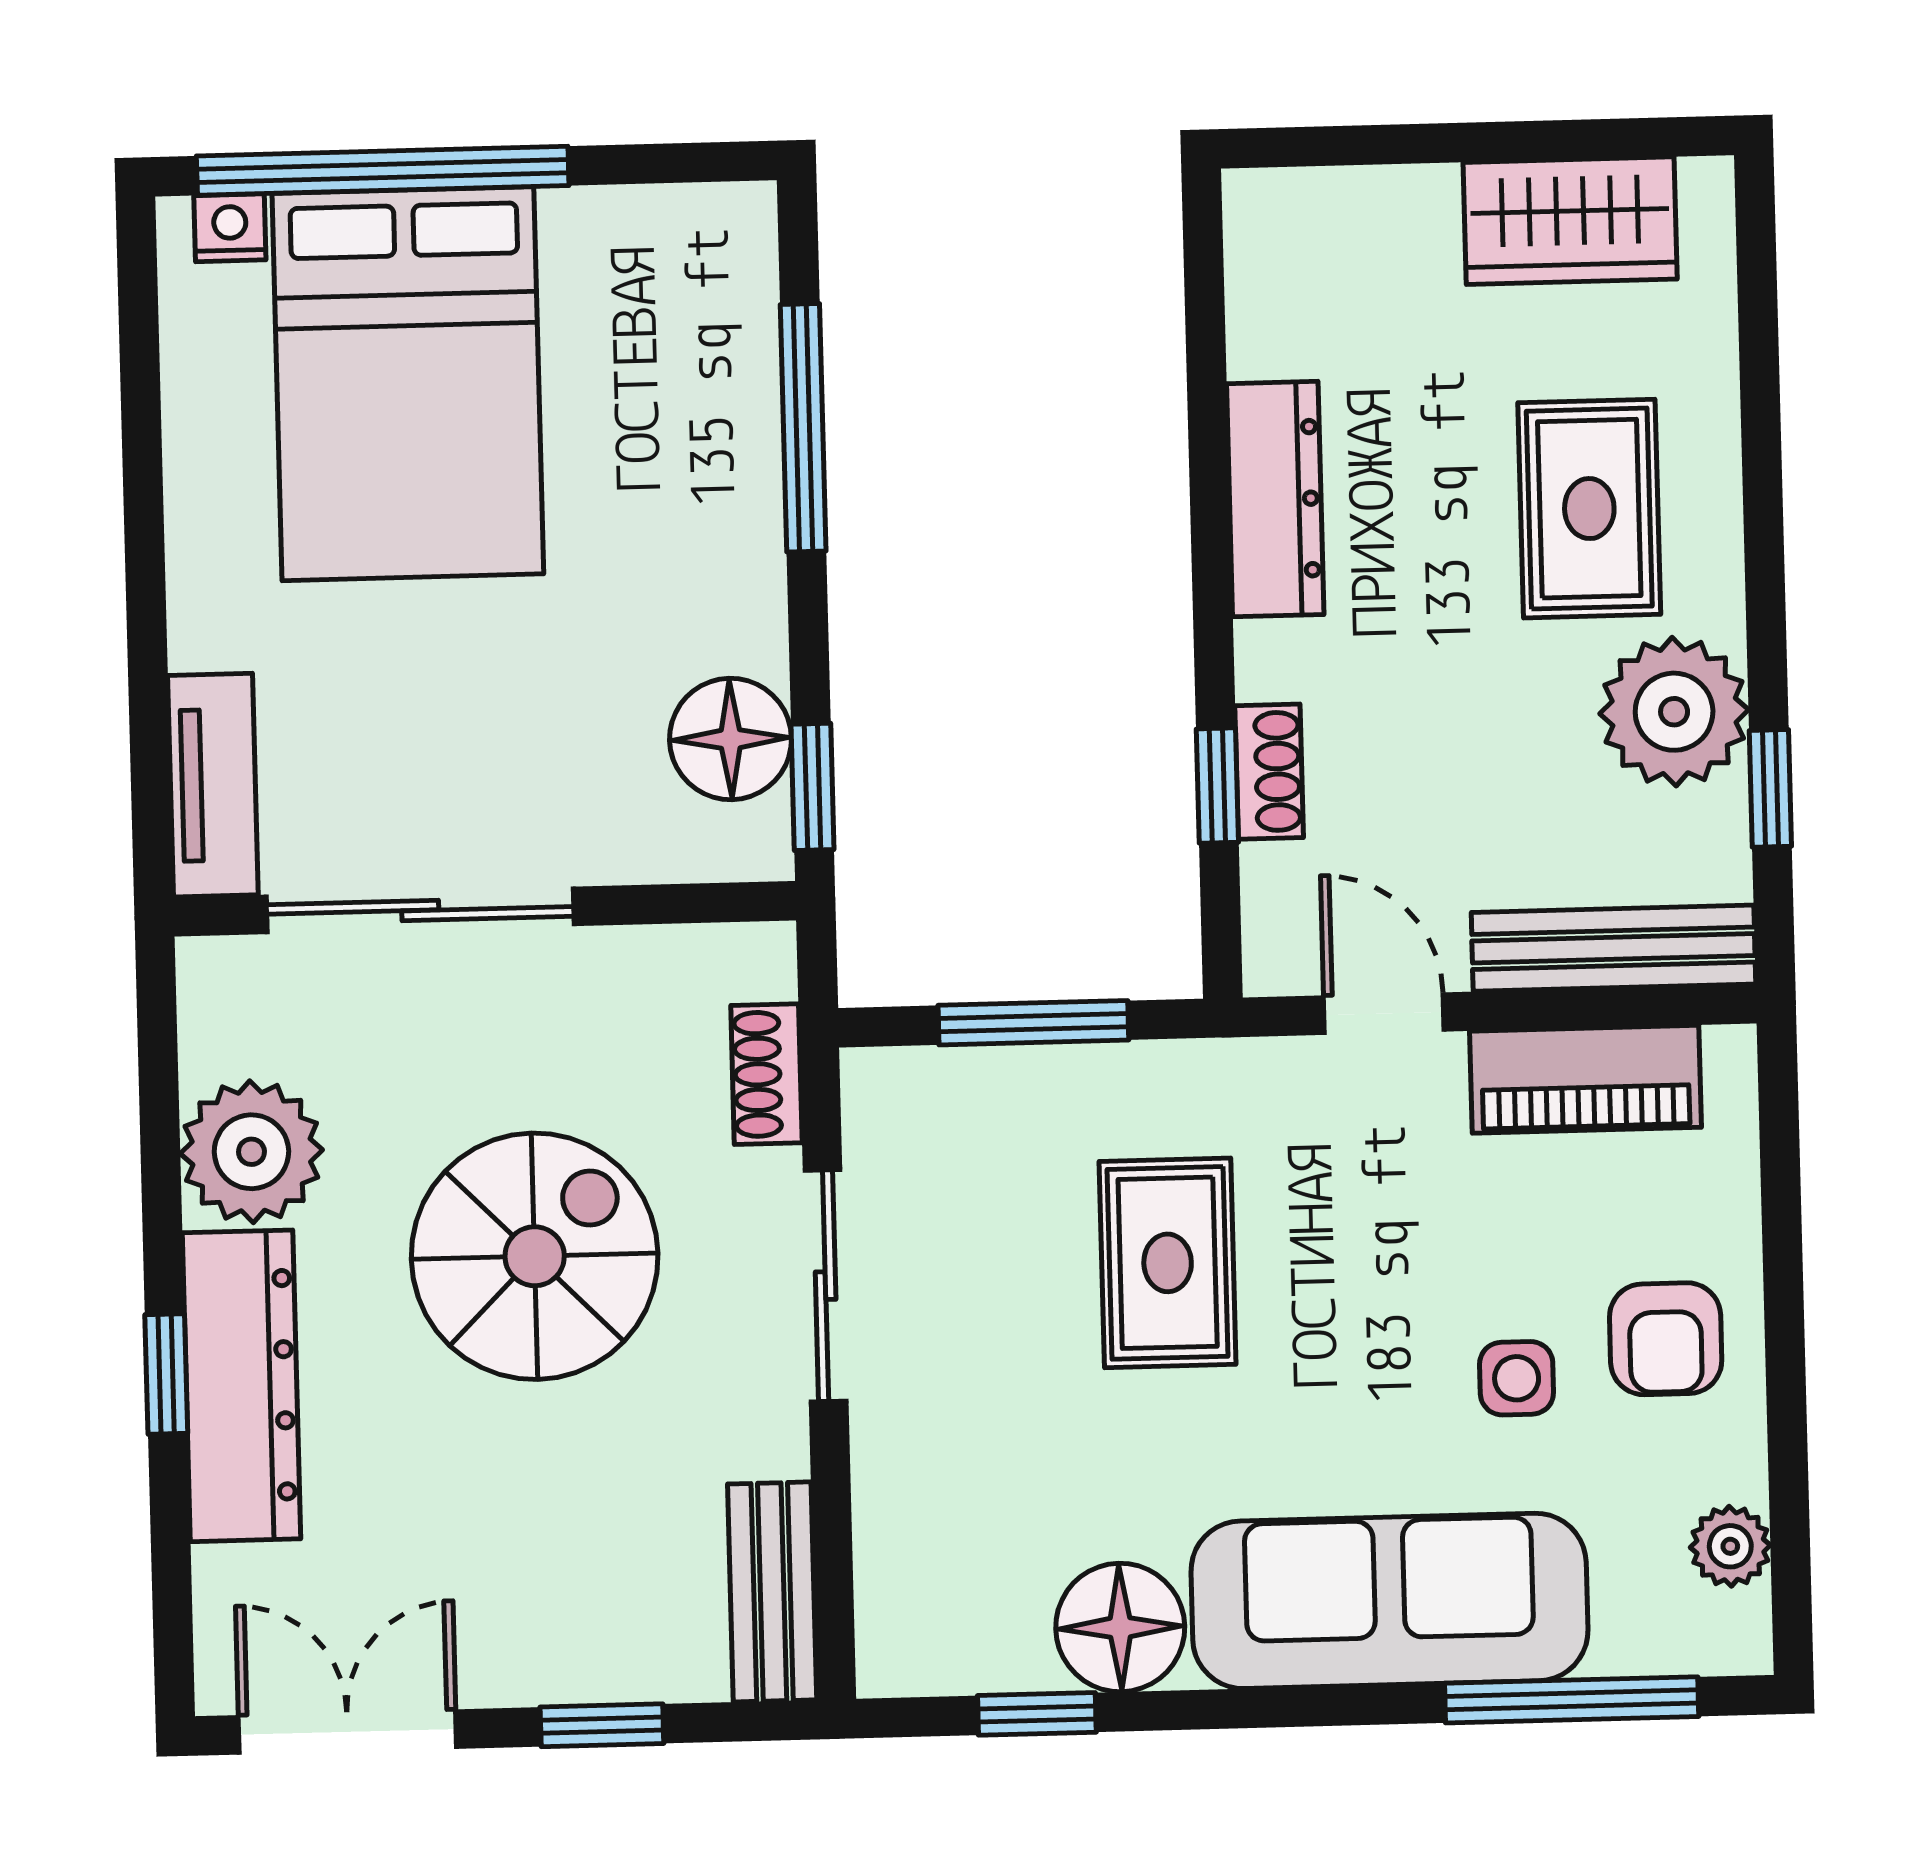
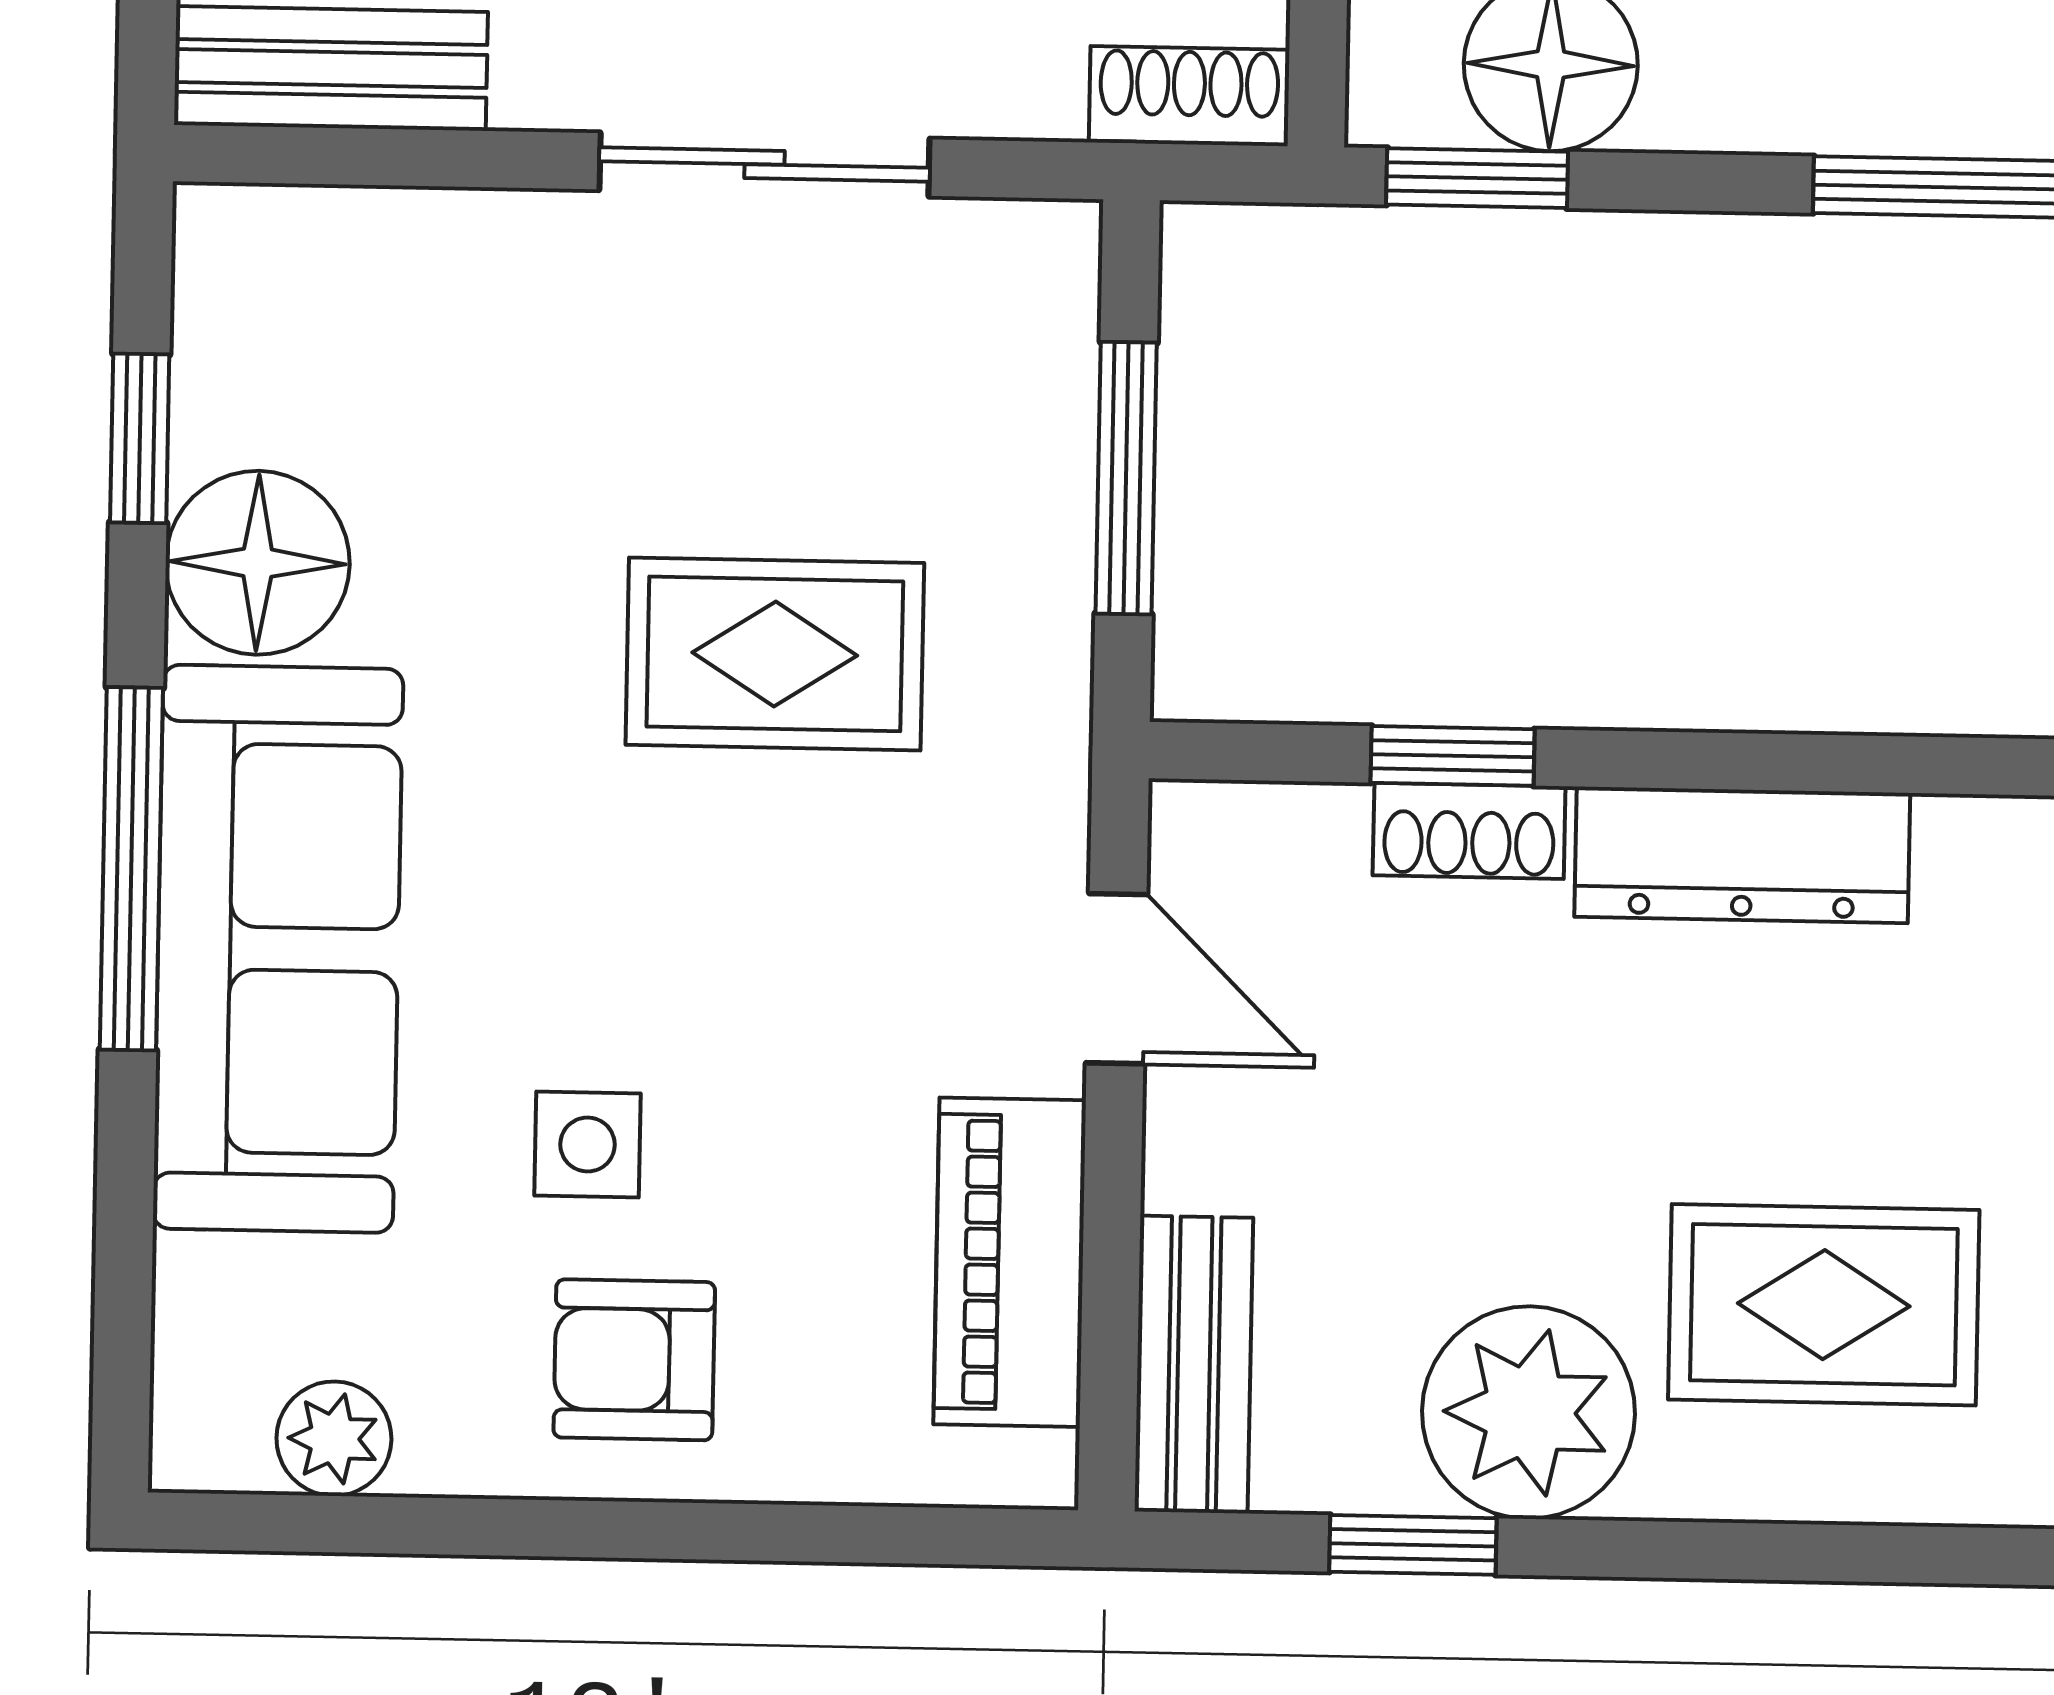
dresser: (1275, 499) -> (1742, 855), moved
bench: (1613, 948) -> (1194, 1365), width x0.73
door: (1384, 1014) -> (1117, 979), hinge flipped
shoe rack: (766, 1074) -> (1189, 96), moved
window: (1572, 1700) -> (131, 869), moved

